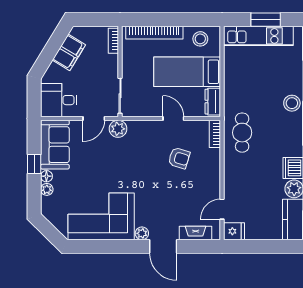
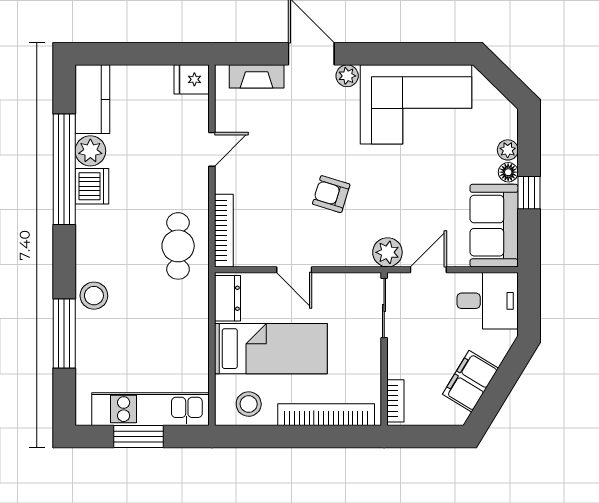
bookcase: (215, 134) -> (224, 231), width x1.56
armchair: (179, 158) -> (331, 194), moved
door: (222, 209) -> (212, 149), moved

